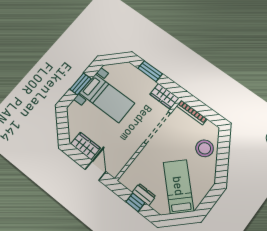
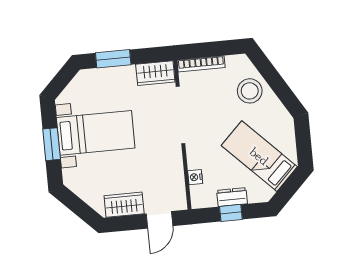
nightstand: (135, 166) -> (195, 177), added
door: (96, 171) -> (160, 220), swing flipped

